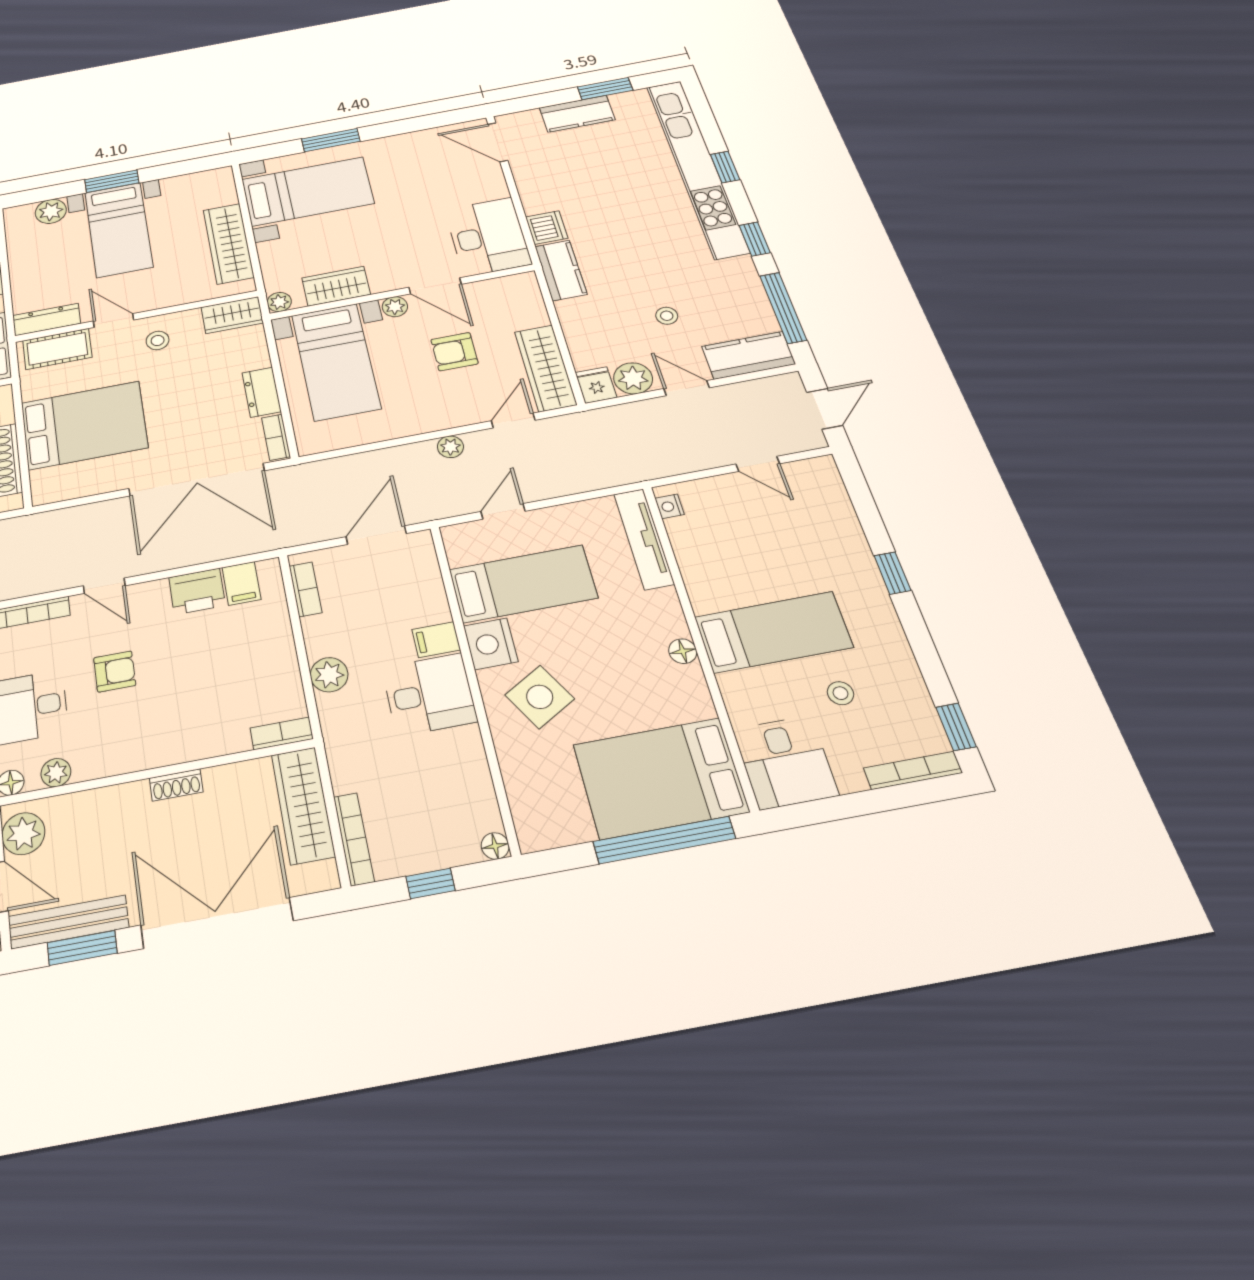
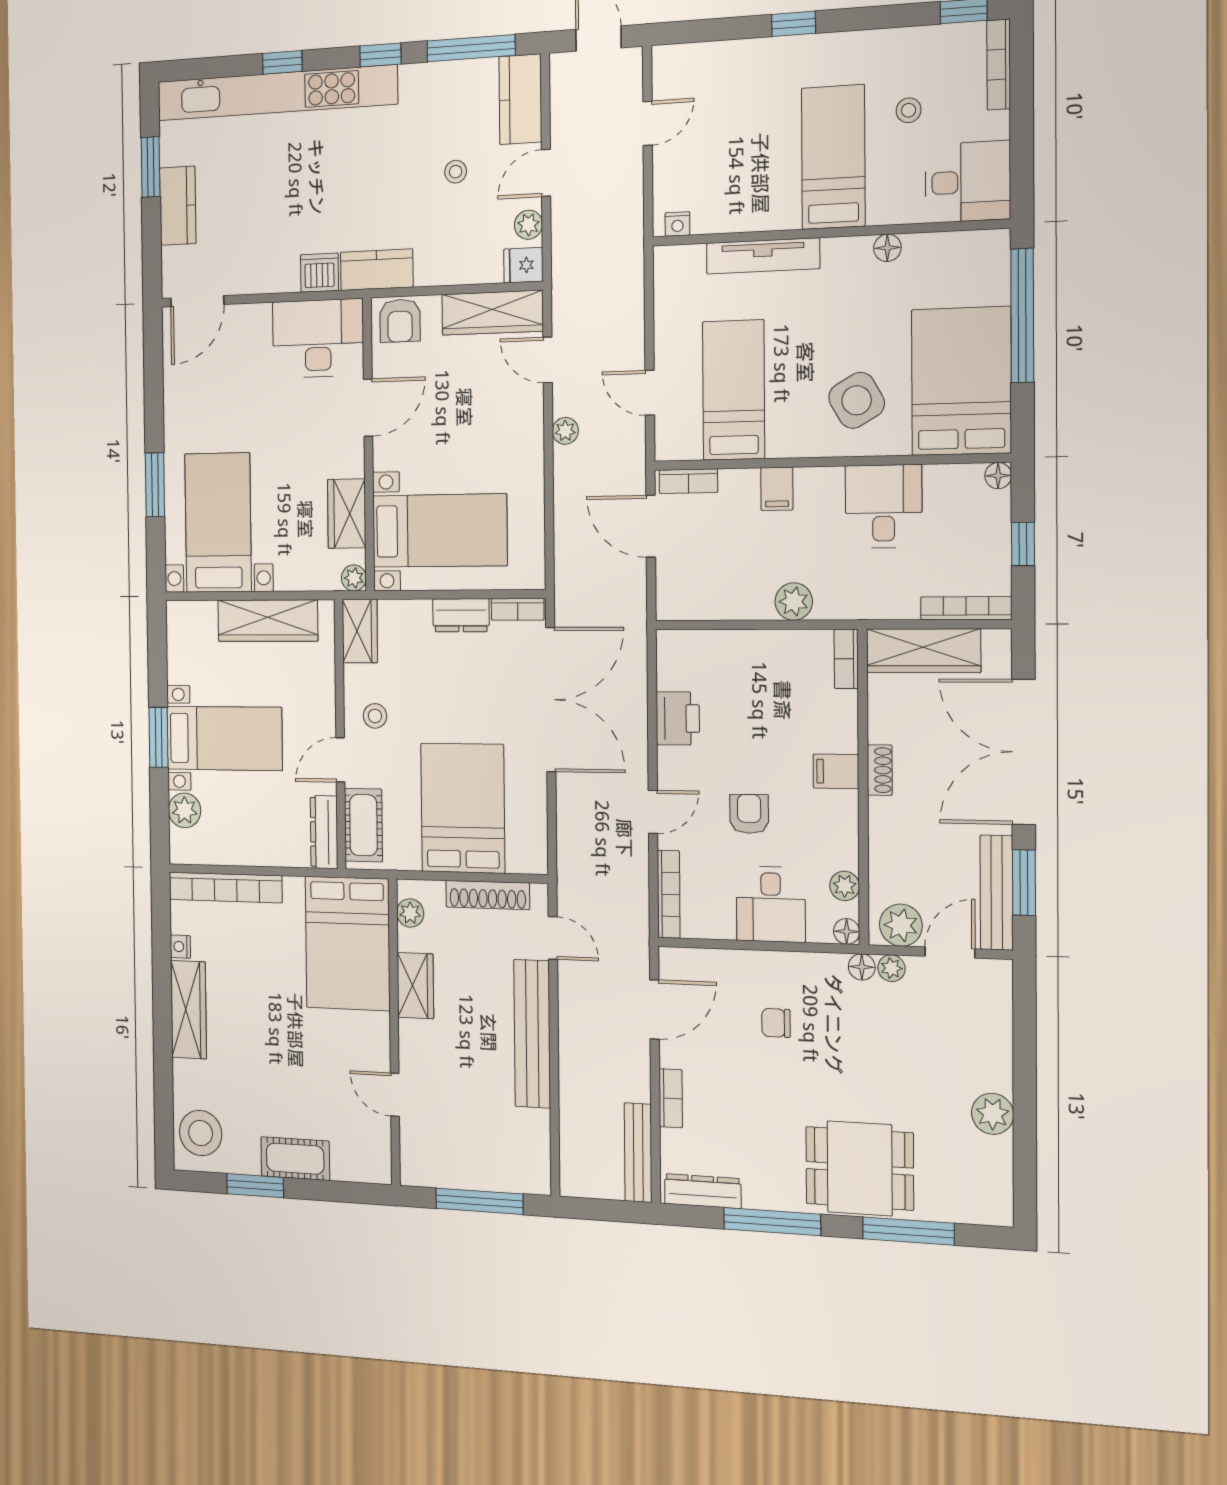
plant: (395, 307) -> (385, 455), removed
armchair: (454, 352) -> (400, 321), moved
plant: (633, 378) -> (528, 225), width x0.73, depth x0.73
tv unit: (644, 539) -> (763, 256), moved
filing cabinet: (241, 583) -> (836, 771), moved, turned 180
bookcase: (305, 589) -> (688, 481), moved, turned 180
nightstand: (491, 644) -> (792, 436), removed
floor lamp: (683, 651) -> (887, 248), moved
desk: (429, 694) -> (884, 506), moved
bed: (660, 778) -> (961, 381), moved, turned 180

